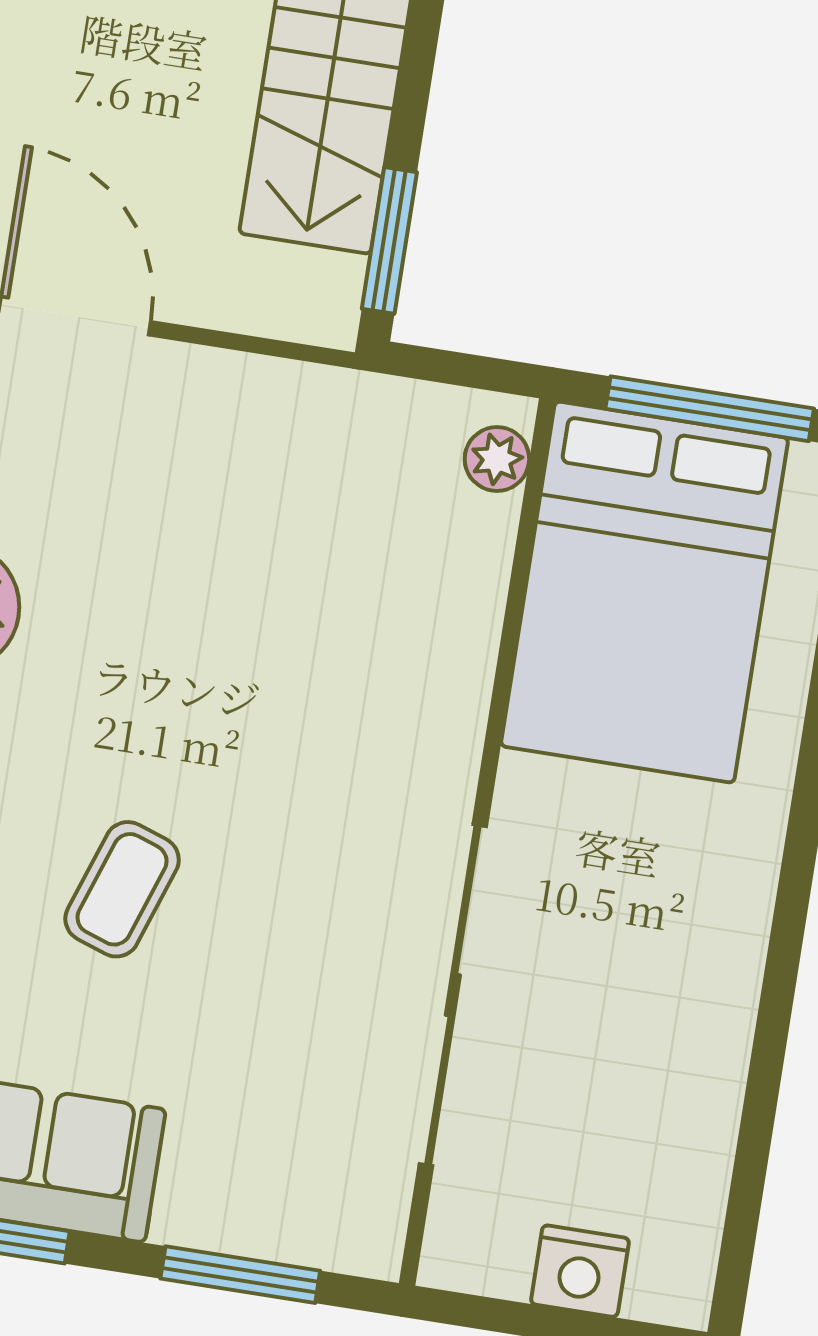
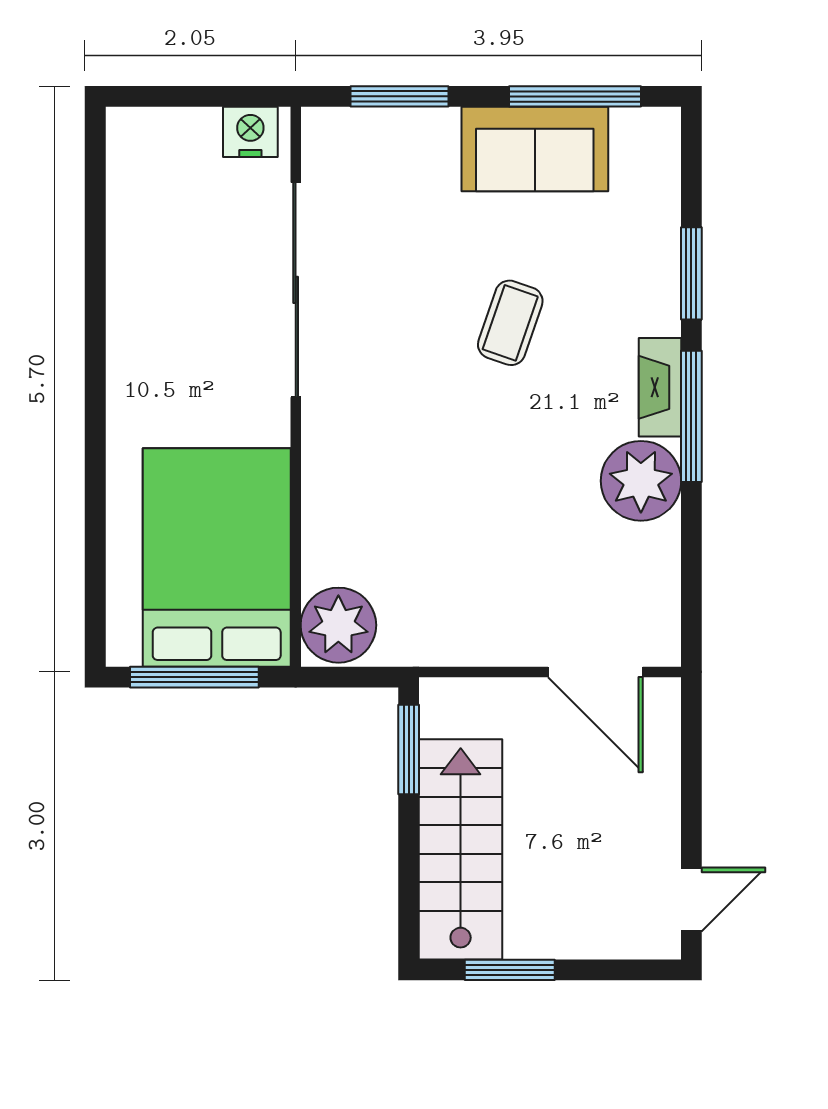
plant: (497, 459) -> (338, 625), width x1.88, depth x1.88
nightstand: (580, 1271) -> (250, 132), moved

